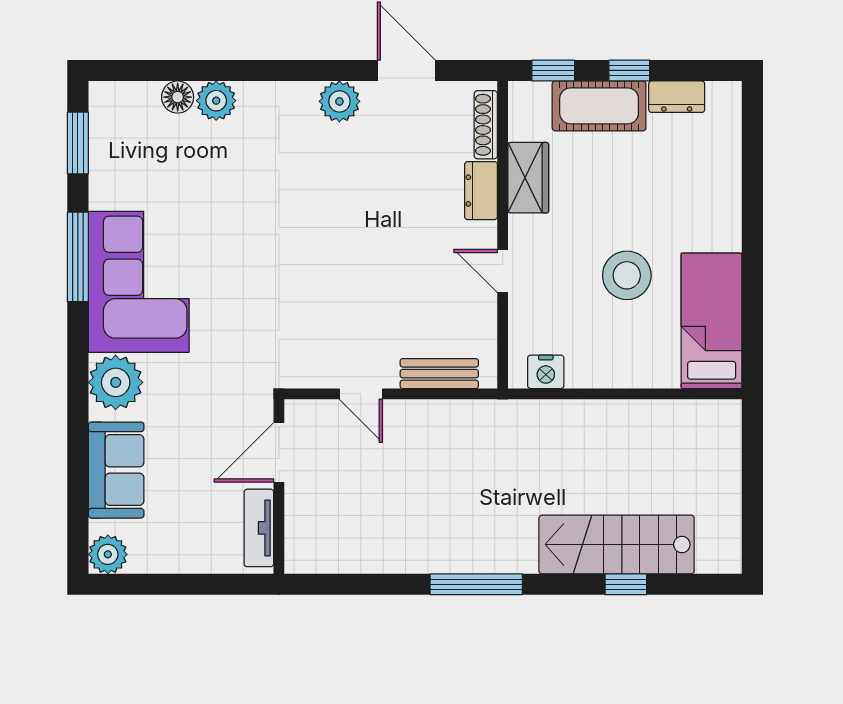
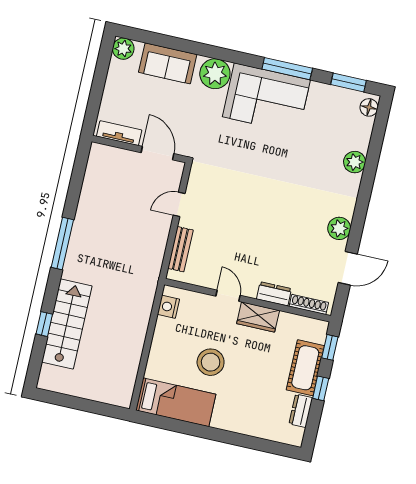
floor lamp: (178, 97) -> (369, 107), moved
wardrobe: (528, 178) -> (258, 317), moved
door: (503, 271) -> (228, 296), hinge flipped

